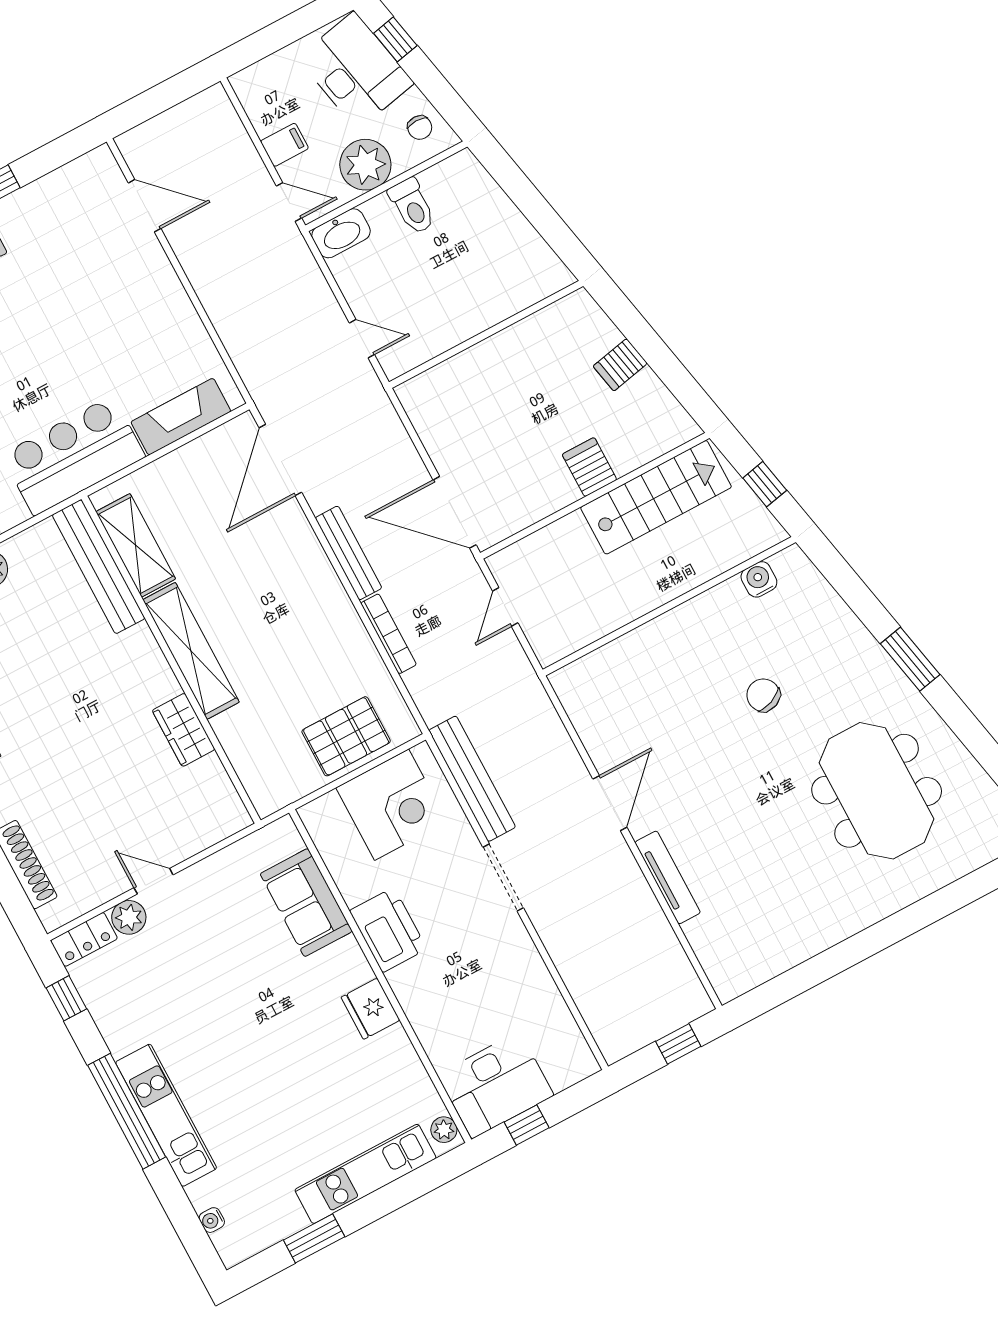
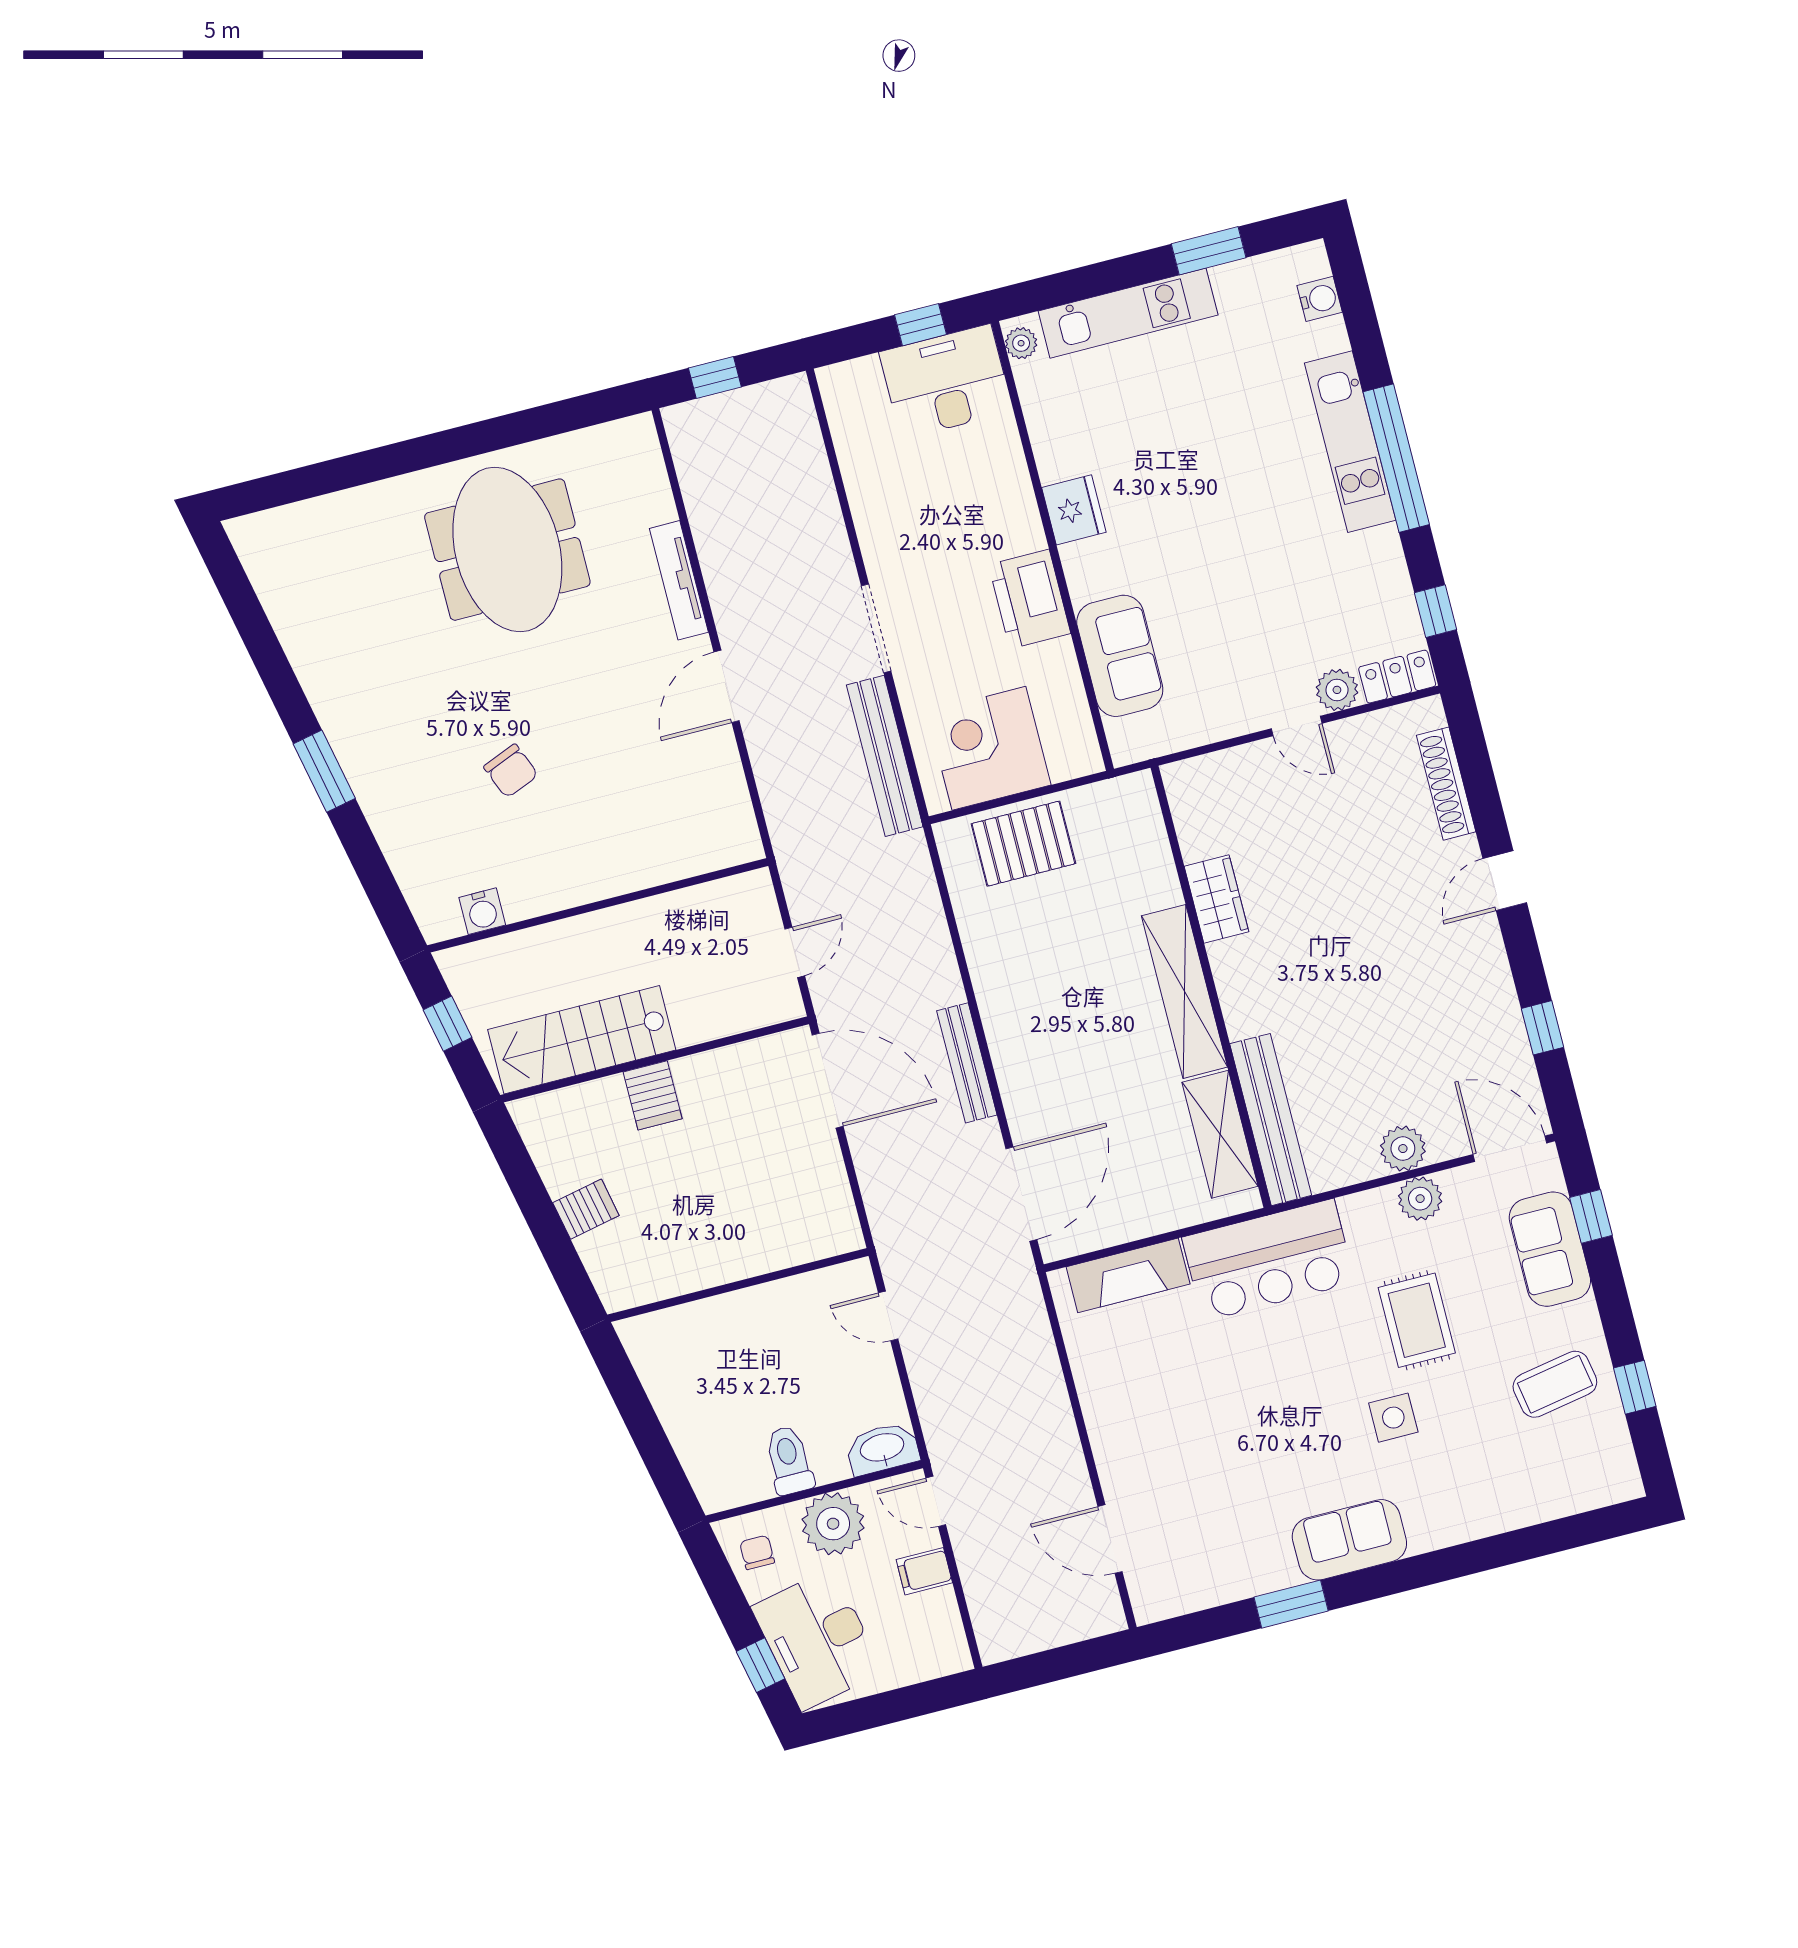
bookcase: (389, 634) -> (942, 954), removed
meeting table: (877, 791) -> (507, 550), moved
water cooler: (212, 1220) -> (1320, 299), width x1.38, depth x1.38

